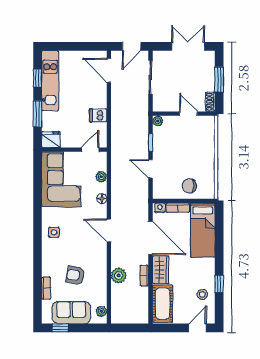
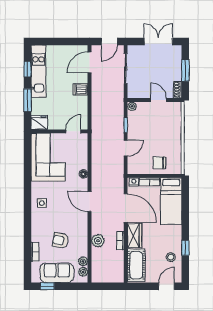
door: (109, 70) -> (90, 62), hinge flipped
dishwasher: (98, 115) -> (80, 89), moved
door: (150, 169) -> (126, 148), swing flipped
plant: (101, 177) -> (83, 261), moved

